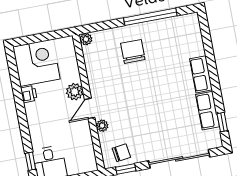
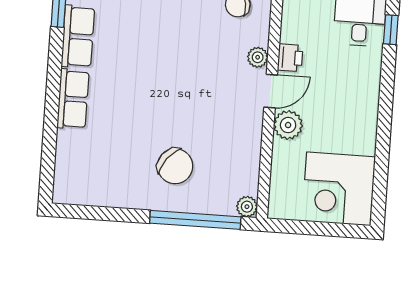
window: (150, 17) -> (195, 220), moved
chair: (133, 51) -> (175, 166), turned -52
printer: (29, 94) -> (290, 58), moved, turned 180

